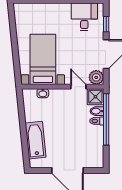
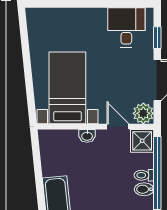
washbasin: (43, 93) -> (87, 136), moved
bidet: (97, 111) -> (144, 189), moved

